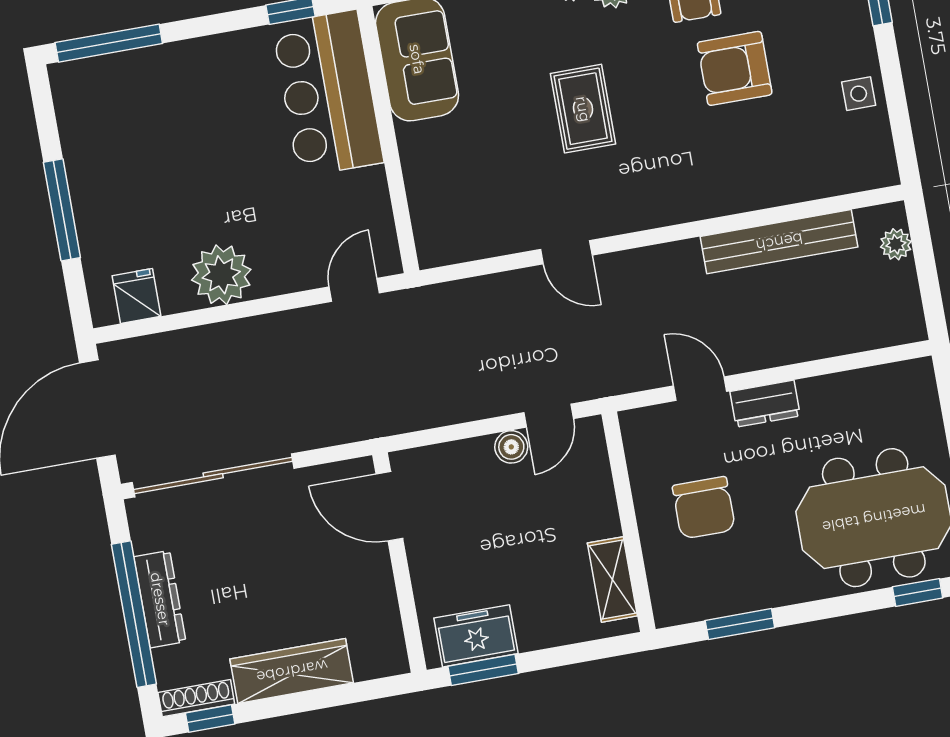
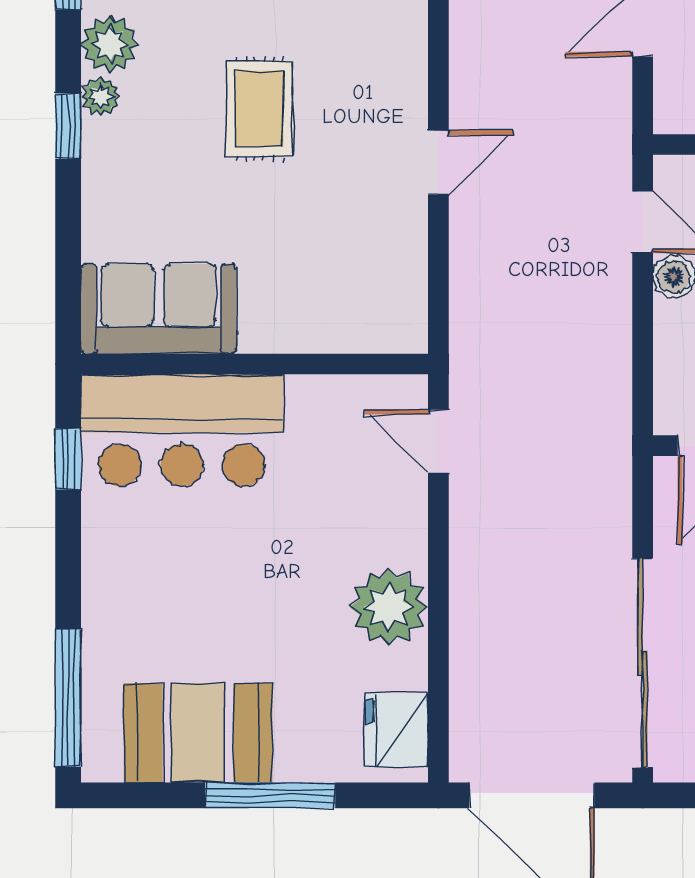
rug: (583, 109) -> (259, 109), turned 90
booth: (100, 147) -> (198, 733), added
fridge: (137, 296) -> (397, 730), width x1.38

